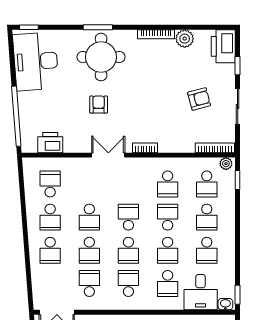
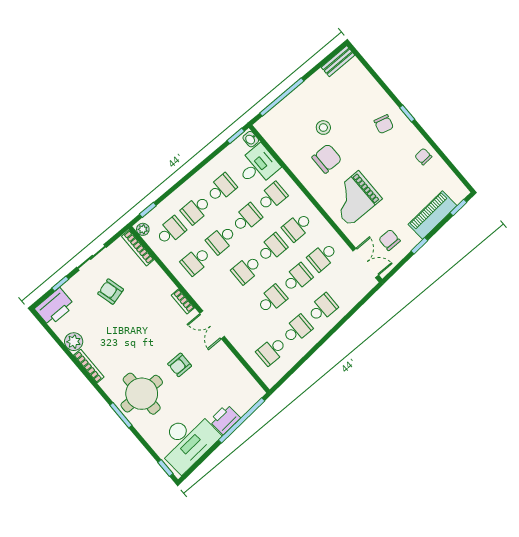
printer: (50, 143) -> (225, 419), moved, turned 86
school desk: (168, 184) -> (196, 261), turned 180
school desk: (207, 217) -> (196, 209), turned 180

